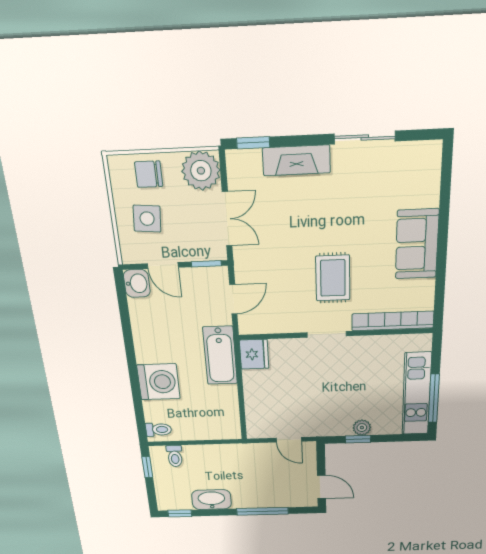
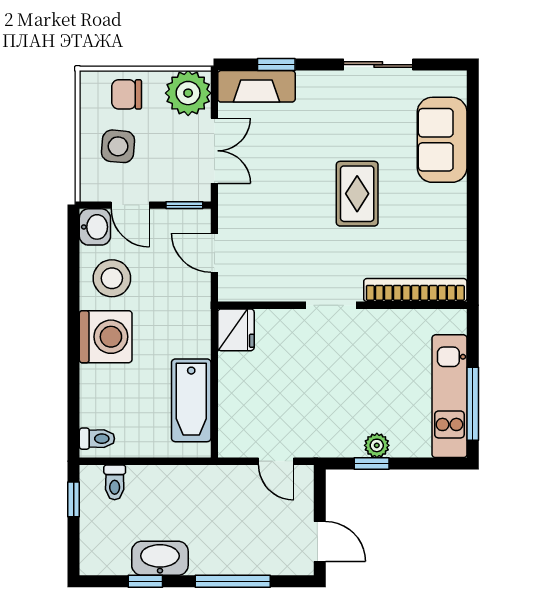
window: (253, 143) -> (276, 65), moved
fireplace: (296, 160) -> (256, 86), moved
sofa: (417, 244) -> (442, 140), moved
rug: (333, 278) -> (357, 194), moved
door: (233, 299) -> (214, 253), swing flipped
stool: (155, 321) -> (112, 278), added
bathtub: (220, 356) -> (191, 400), moved
washing machine: (159, 382) -> (106, 337), moved
window: (180, 513) -> (145, 581), moved

